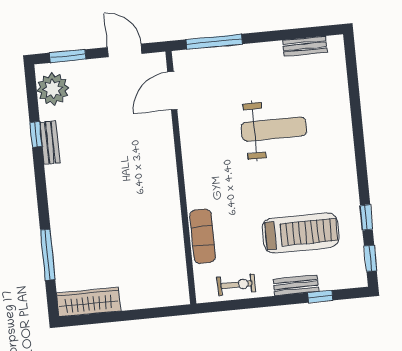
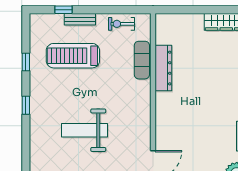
dresser: (171, 228) -> (163, 68), added
window: (370, 258) -> (26, 105), moved

